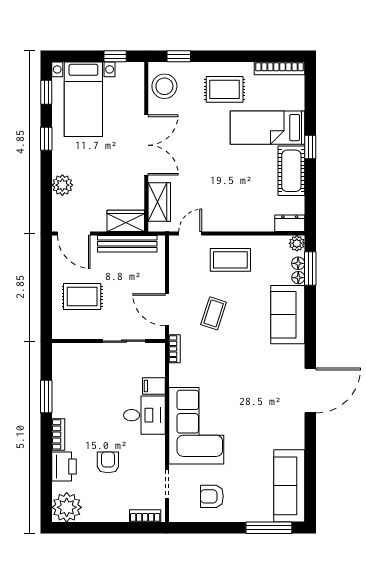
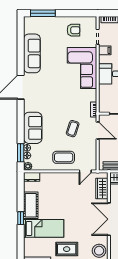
filing cabinet: (154, 386) -> (105, 50), moved
sofa: (289, 486) -> (32, 53), moved

